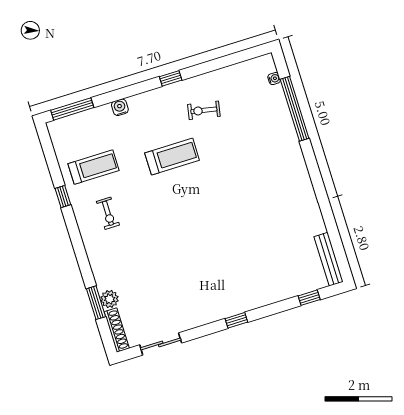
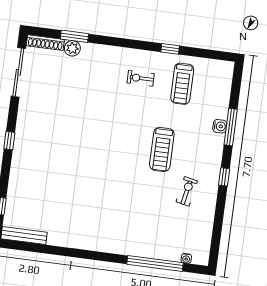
window: (72, 109) -> (231, 127), moved
sliding door: (161, 344) -> (18, 72), width x1.37

